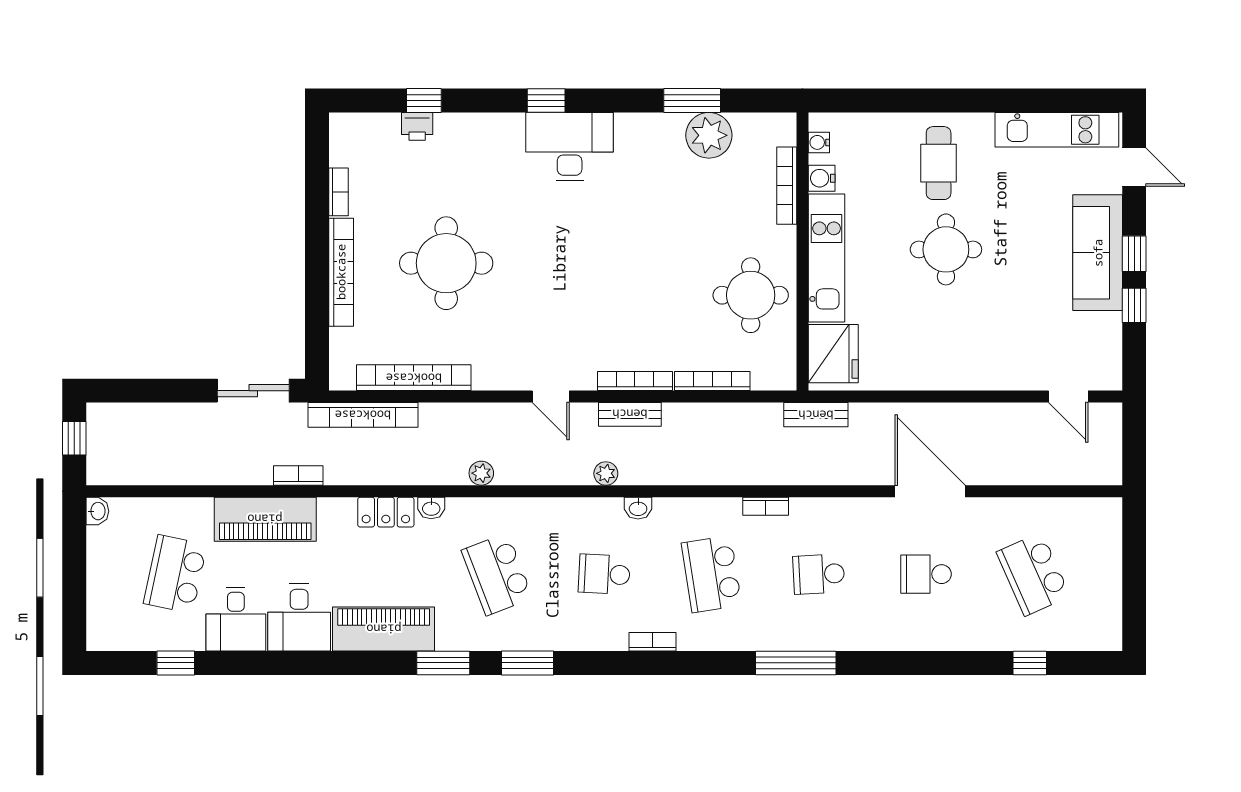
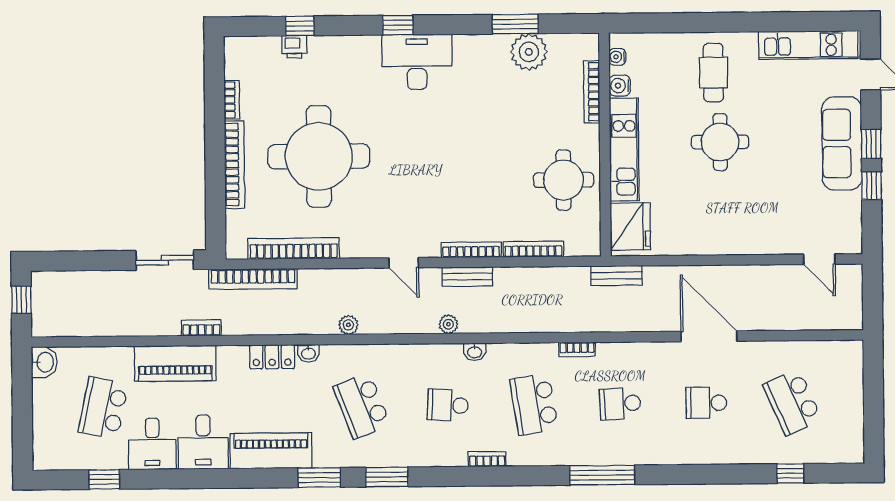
round table: (446, 263) -> (319, 156), width x1.36, depth x1.36
washbasin: (97, 511) -> (44, 362), width x1.38, depth x1.45

